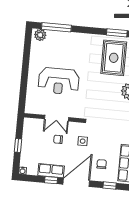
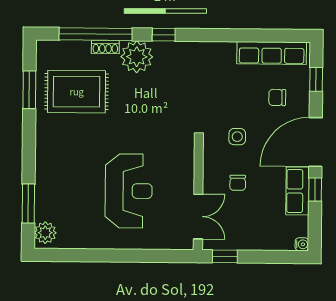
window: (56, 27) -> (28, 204), width x0.69
double door: (57, 118) -> (198, 217), moved
window: (18, 146) -> (225, 256), moved
door: (76, 182) -> (316, 142), hinge flipped

